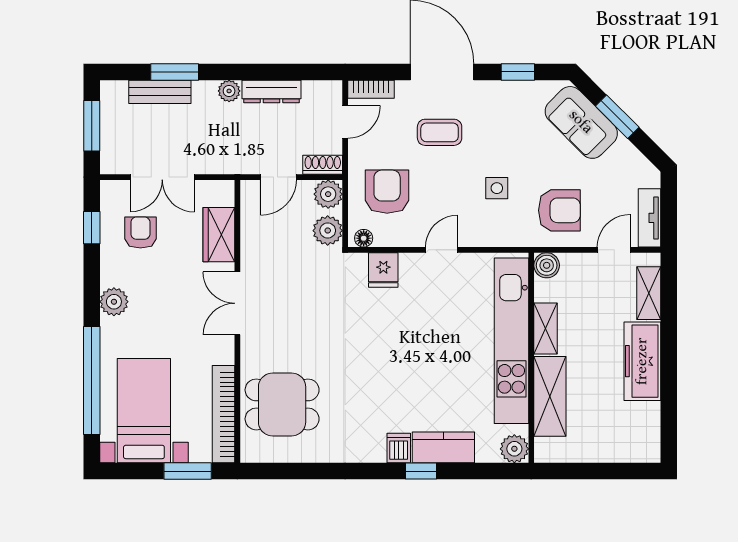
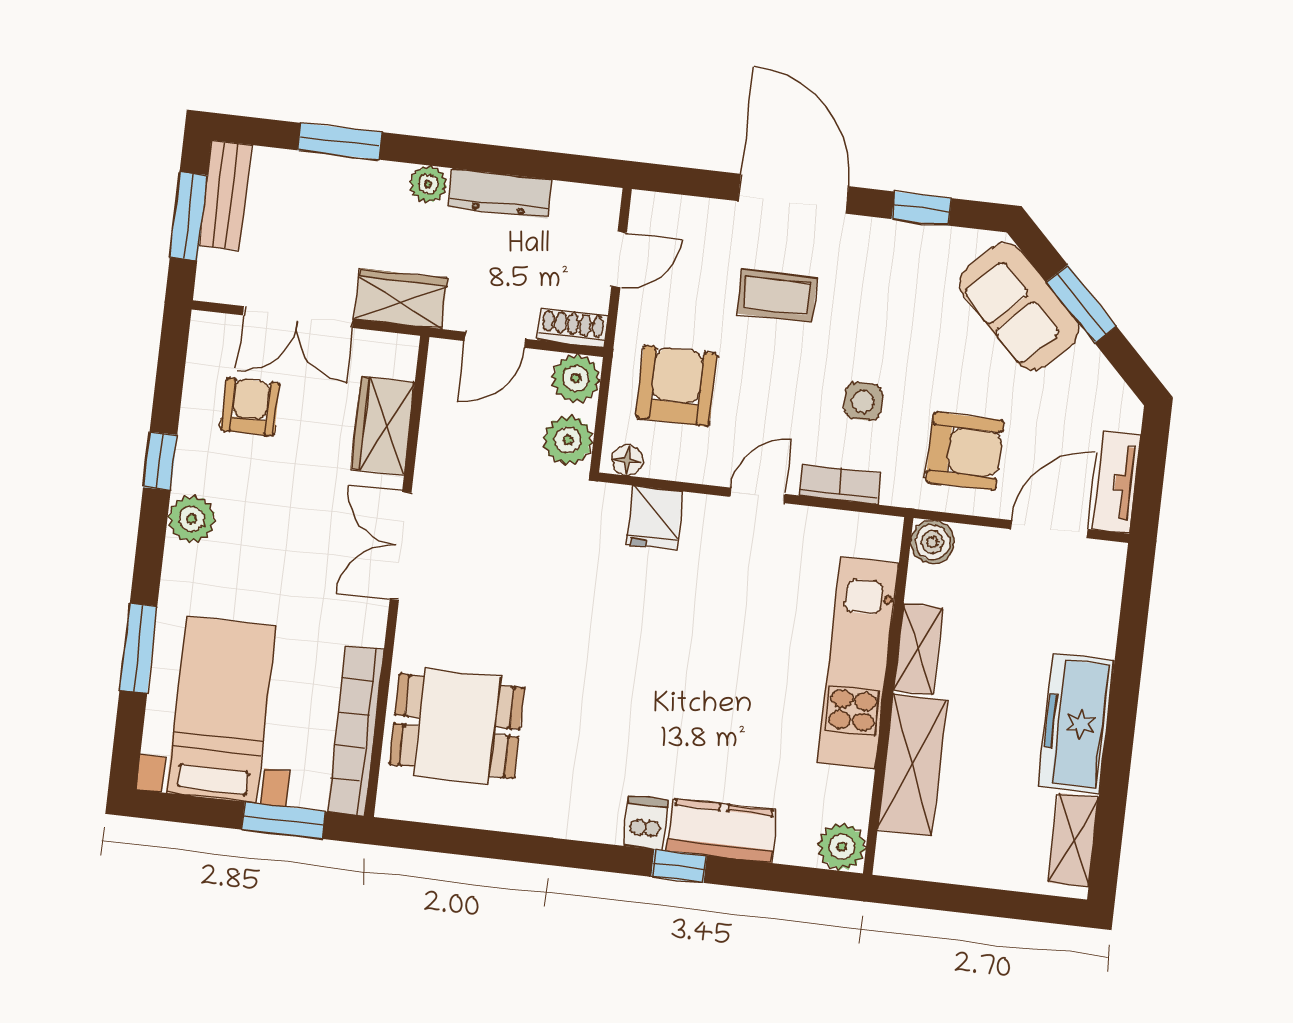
bookcase: (371, 89) -> (840, 484), moved, turned 180
bench: (160, 92) -> (225, 195), moved, turned 90
wardrobe: (221, 159) -> (401, 299), added
window: (92, 228) -> (160, 461), moved
door: (614, 250) -> (1049, 529), width x1.38
shelving: (649, 293) -> (1073, 840), moved
kitchen unit: (511, 341) -> (858, 663), width x0.73
window: (92, 381) -> (138, 648), width x0.47

